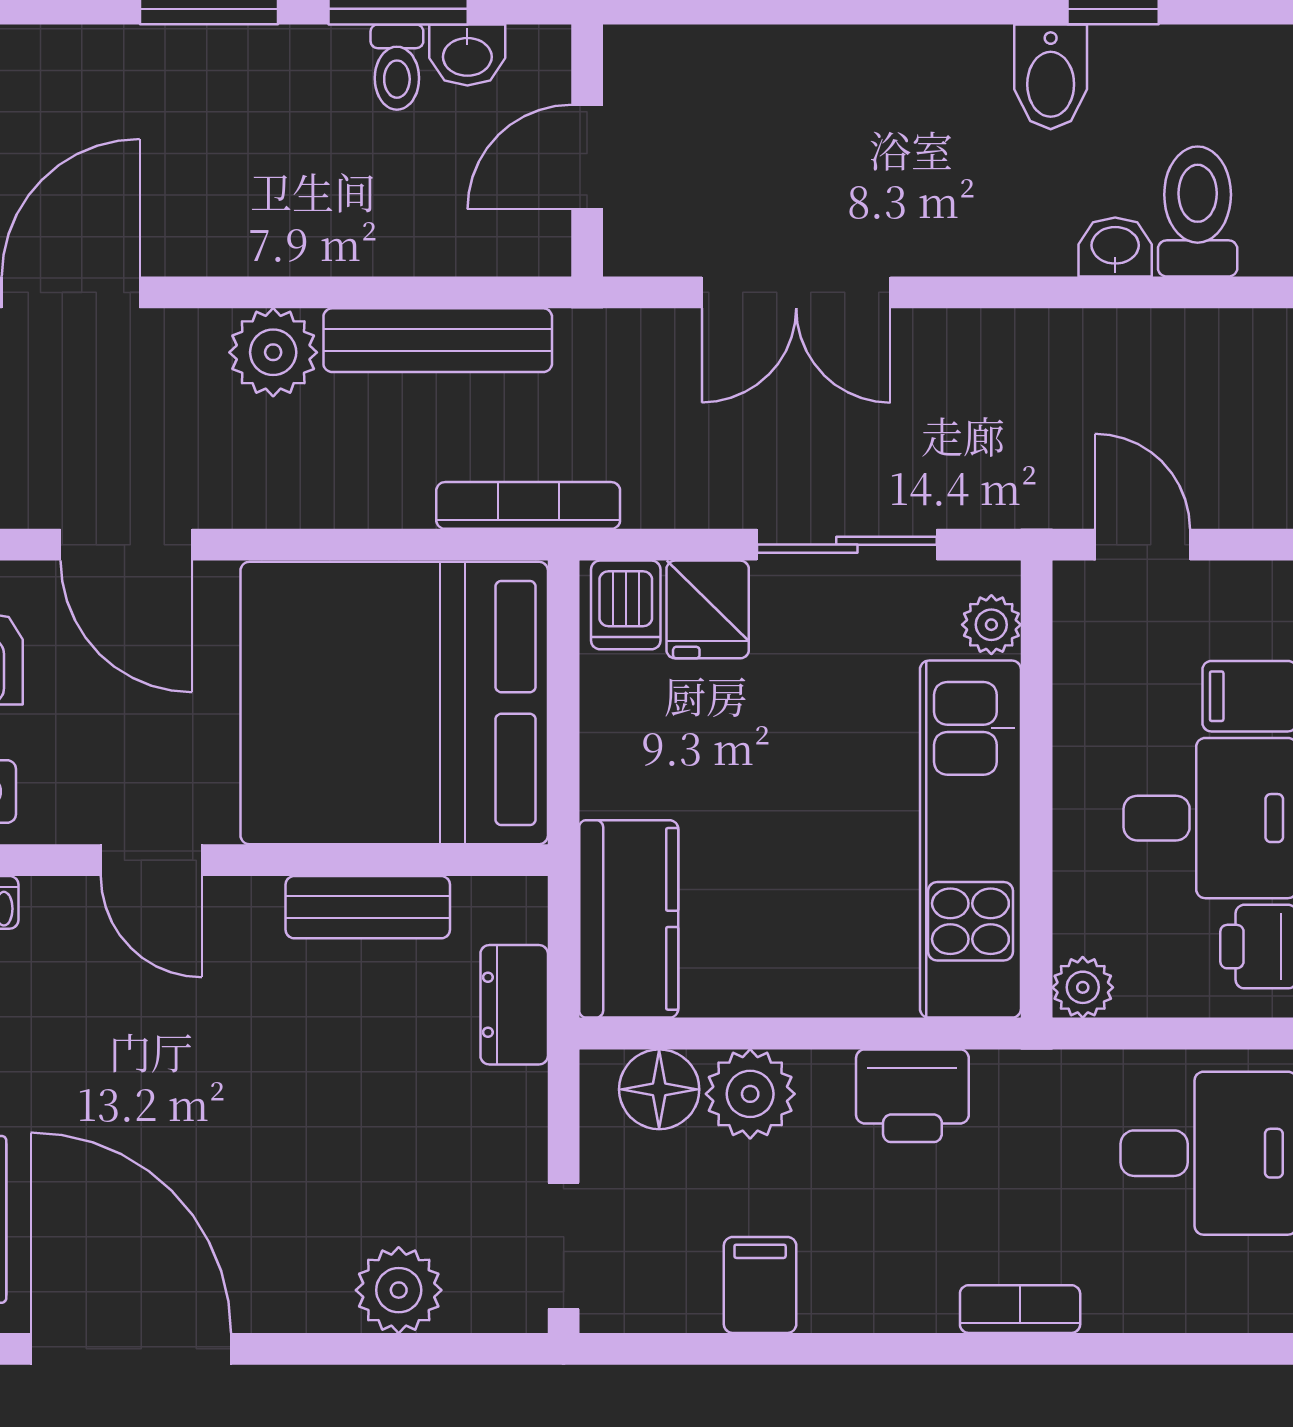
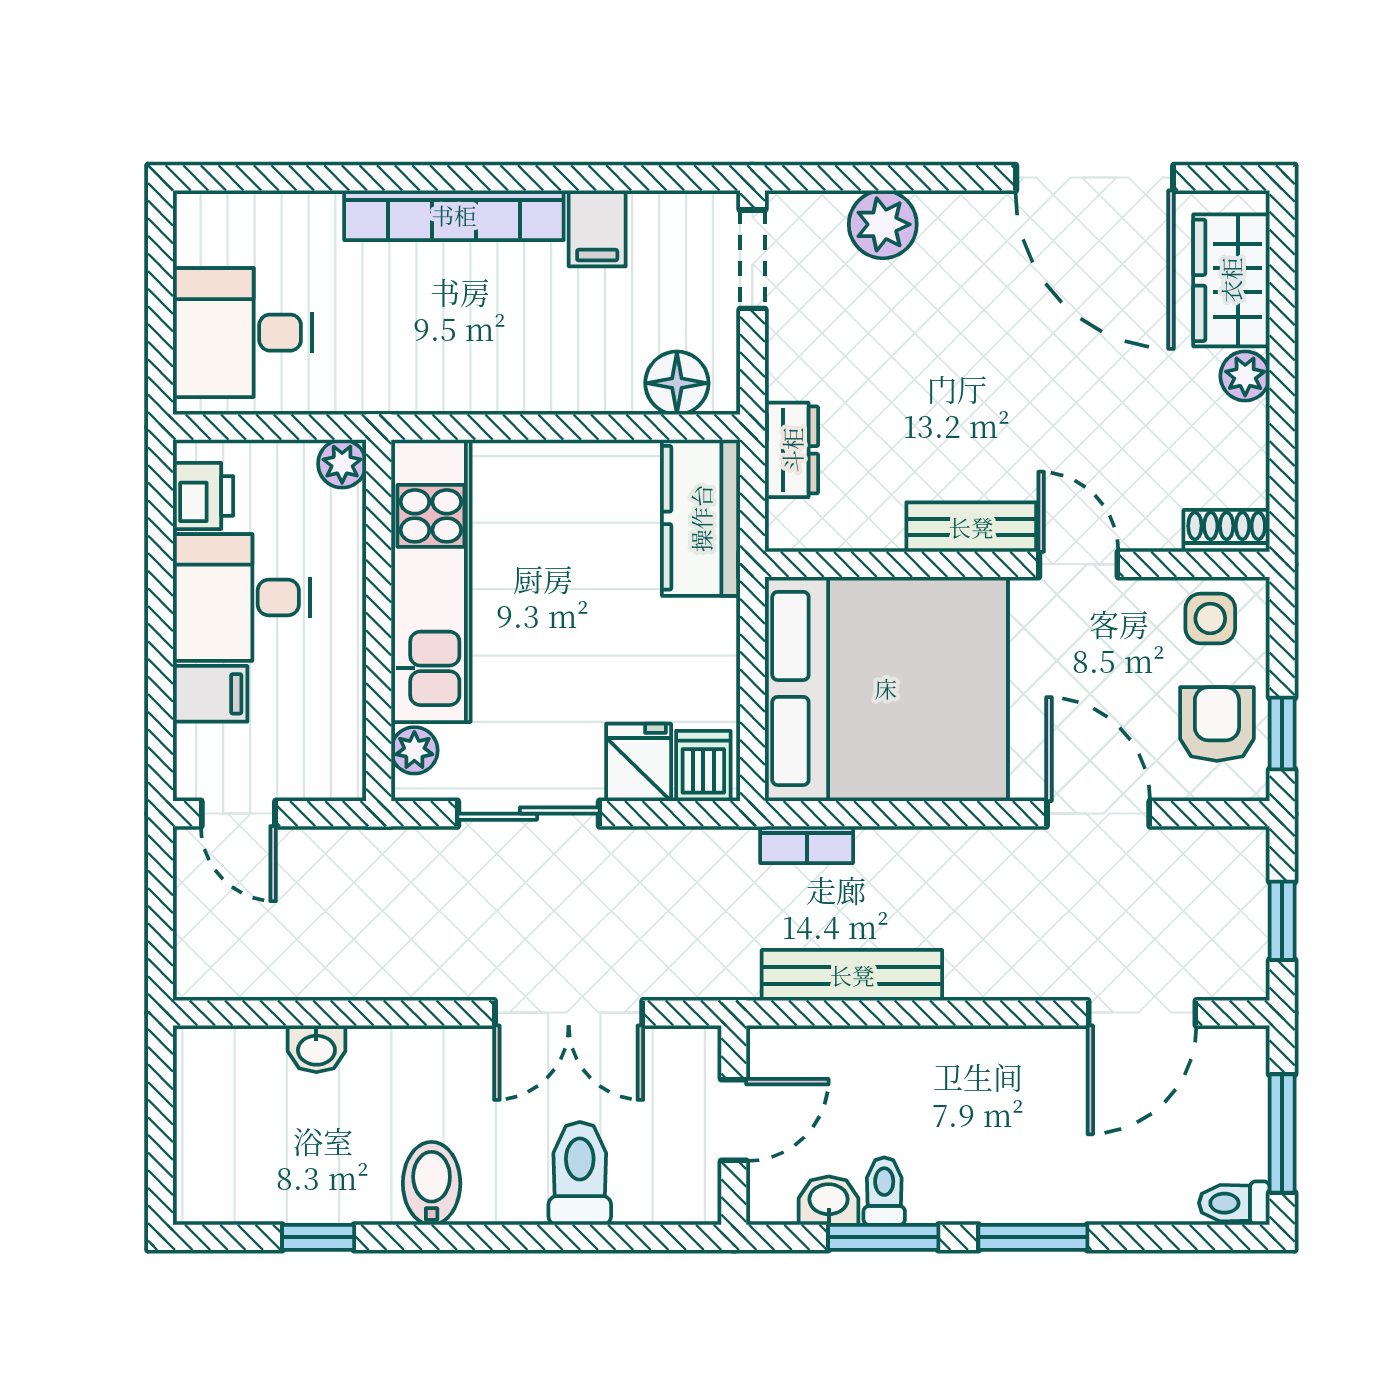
bidet: (1051, 77) -> (432, 1183), moved
toilet: (1198, 212) -> (580, 1173), moved, turned 180
double door: (796, 292) -> (569, 1013), swing flipped
plant: (273, 352) -> (982, 966), removed
bookcase: (528, 505) -> (807, 845), width x0.64
door: (1143, 545) -> (238, 814), moved
bench: (368, 907) -> (971, 527), moved
plant: (750, 1094) -> (605, 379), removed
printer: (912, 1096) -> (477, 378), removed
bookcase: (1020, 1309) -> (454, 215), width x2.31, depth x1.31

